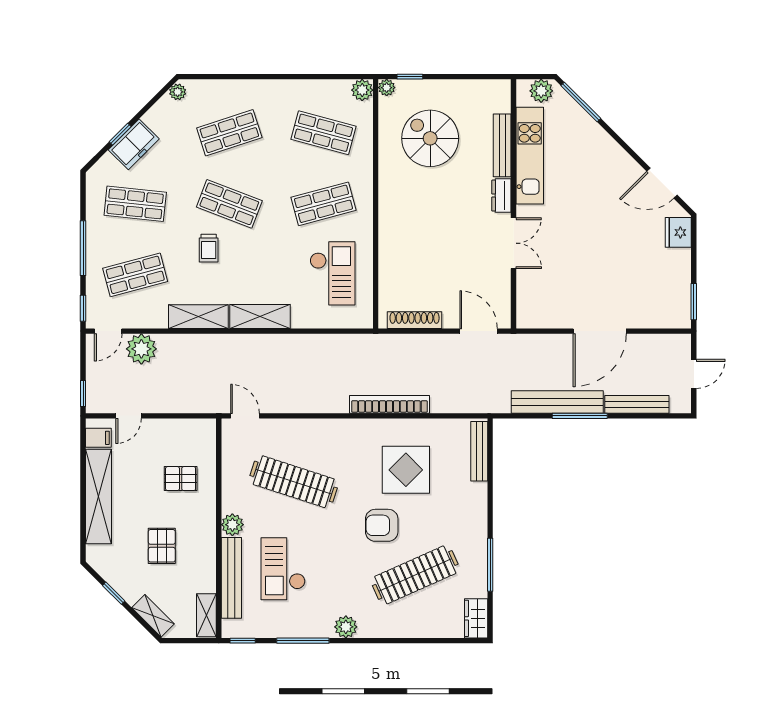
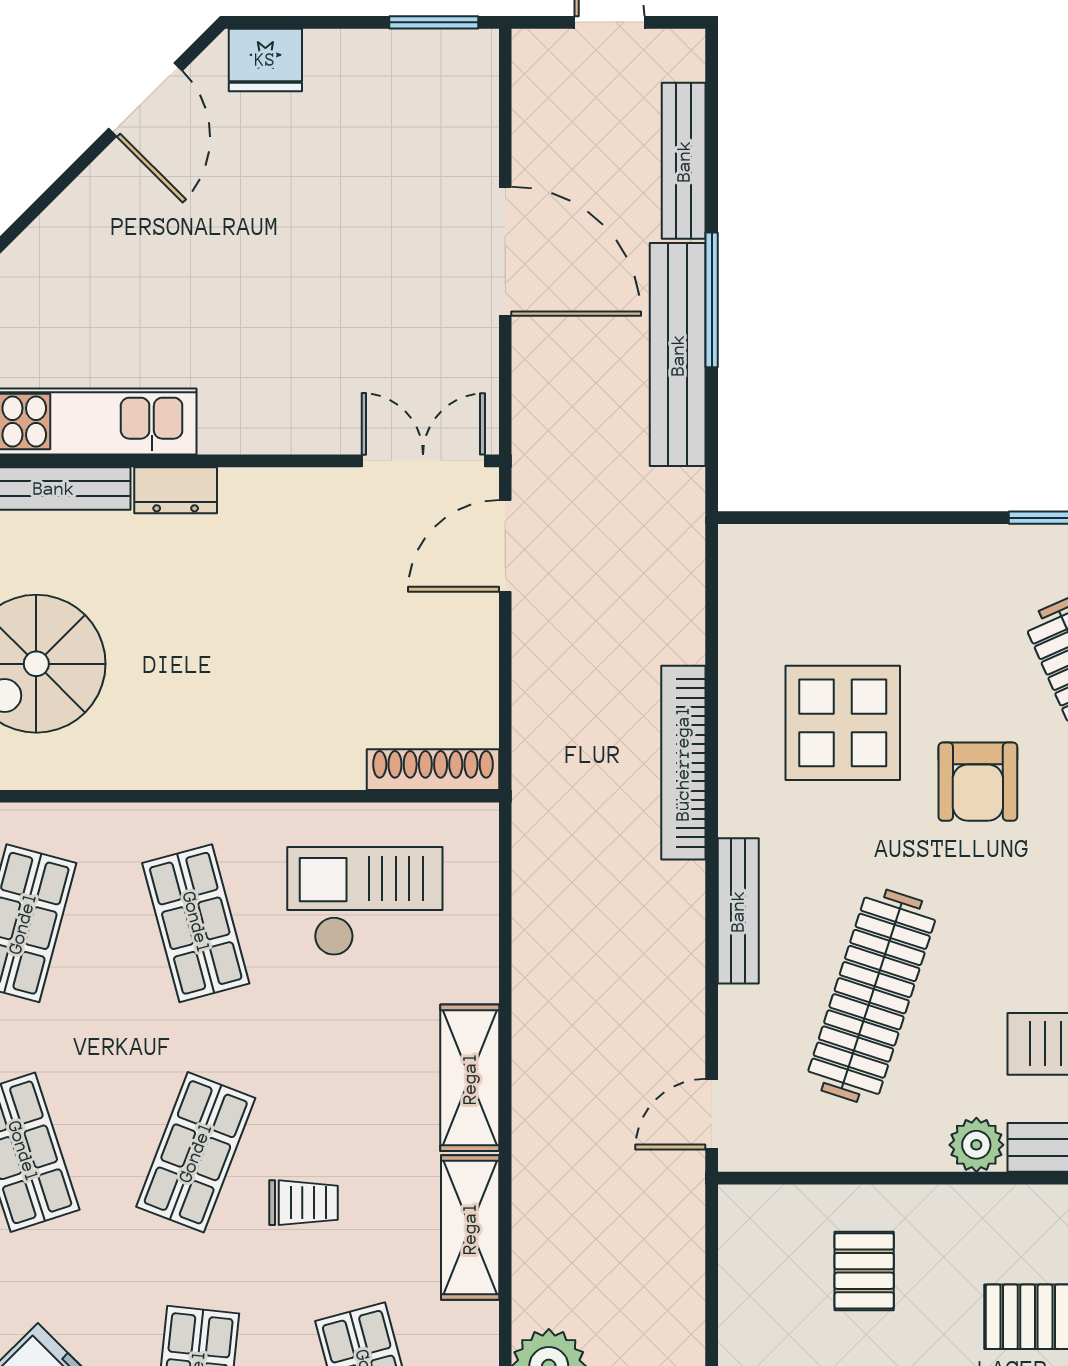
double door: (514, 243) -> (423, 461), moved
shoe rack: (415, 320) -> (433, 770), moved, turned 90
bench: (479, 451) -> (738, 911), moved, turned 90

